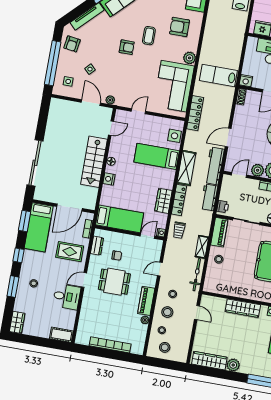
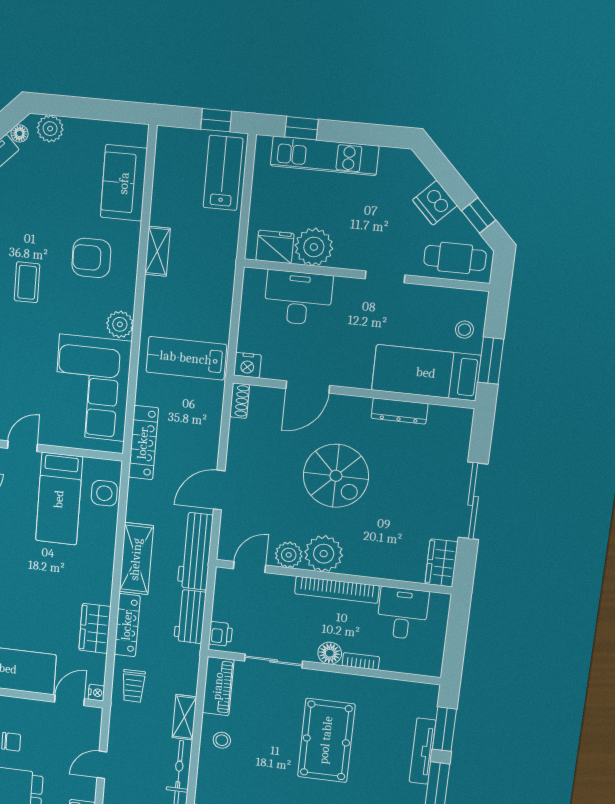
shelving: (210, 26) -> (157, 251), added
bed: (157, 156) -> (59, 499), moved, turned -90

